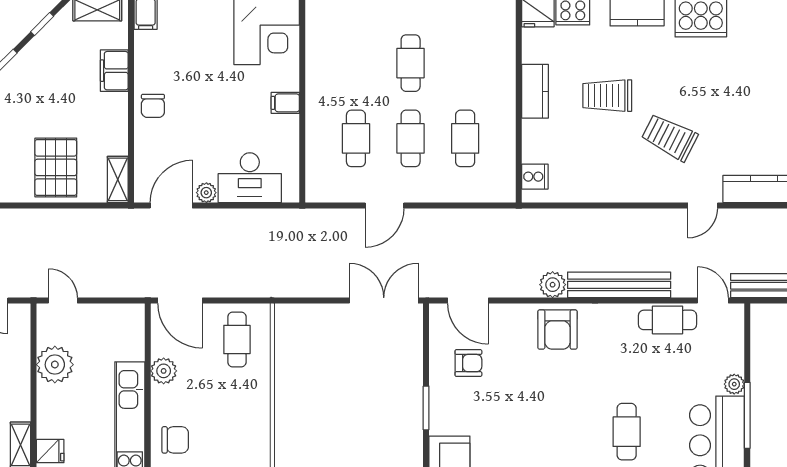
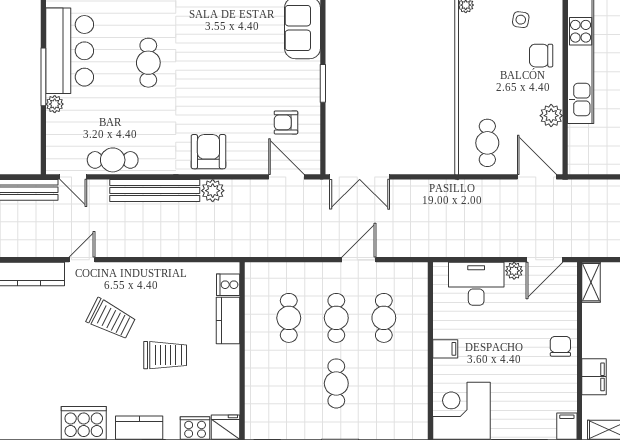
kitchen counter: (535, 91) -> (228, 321), moved

